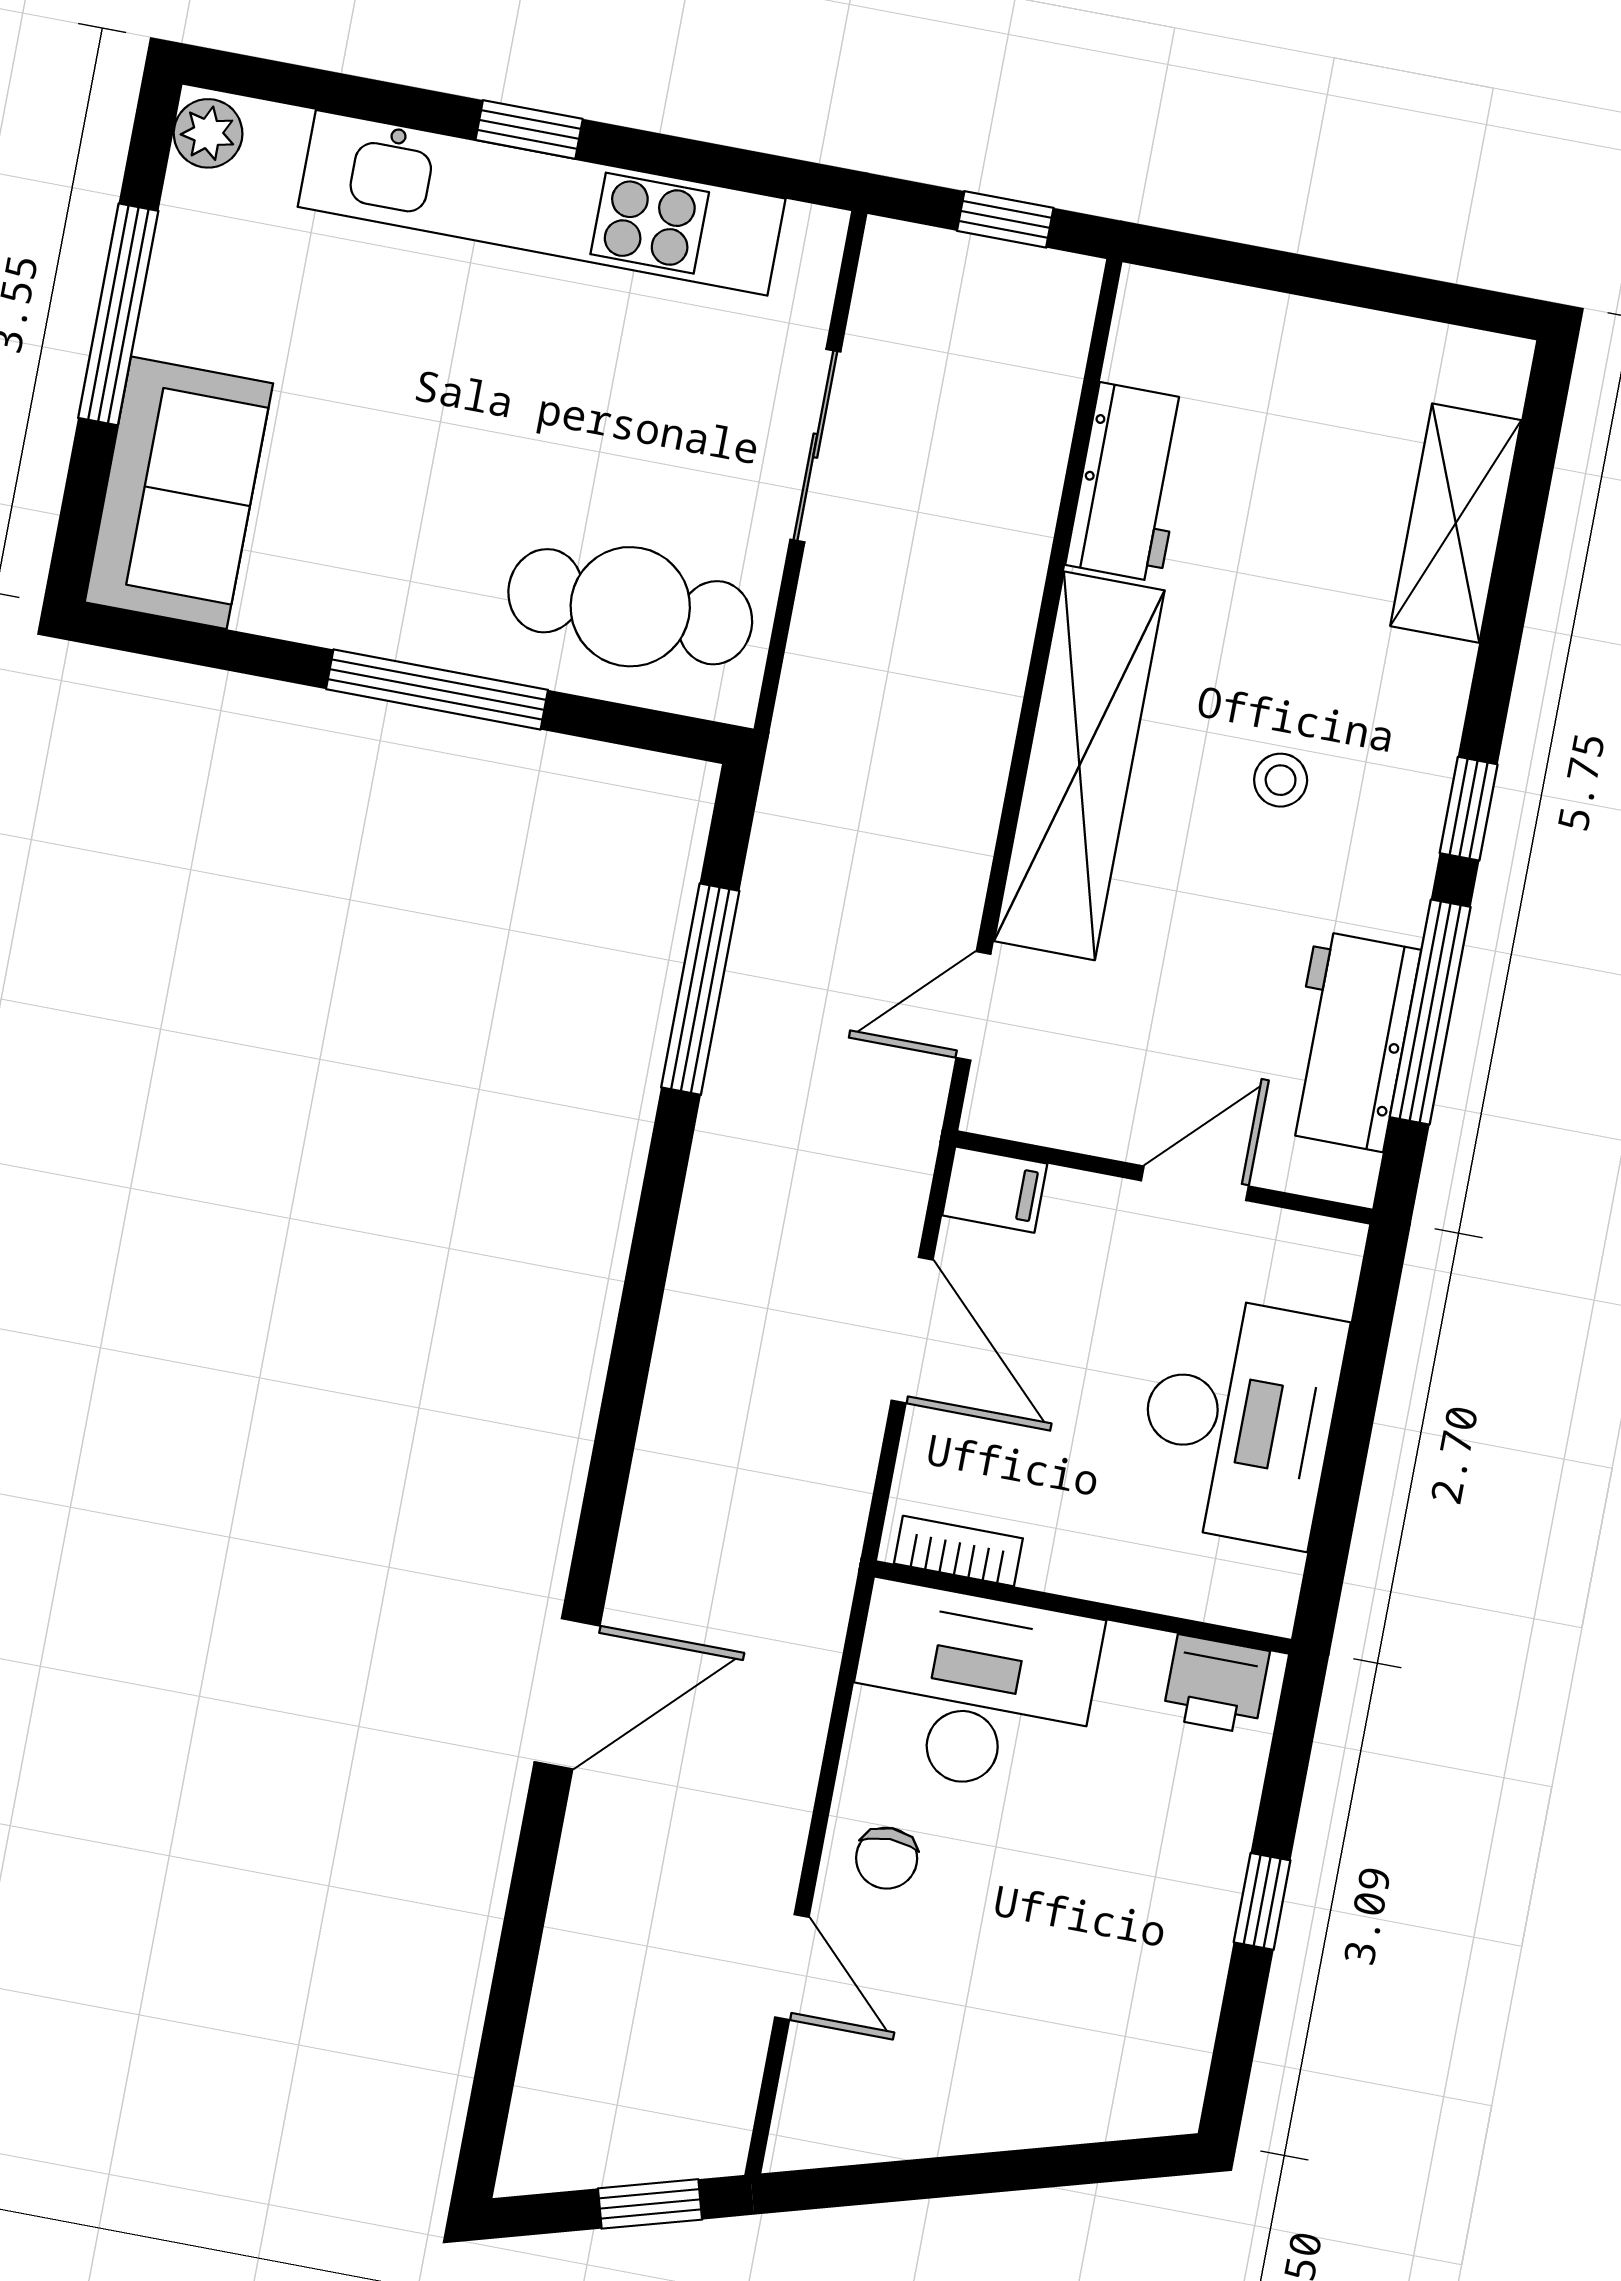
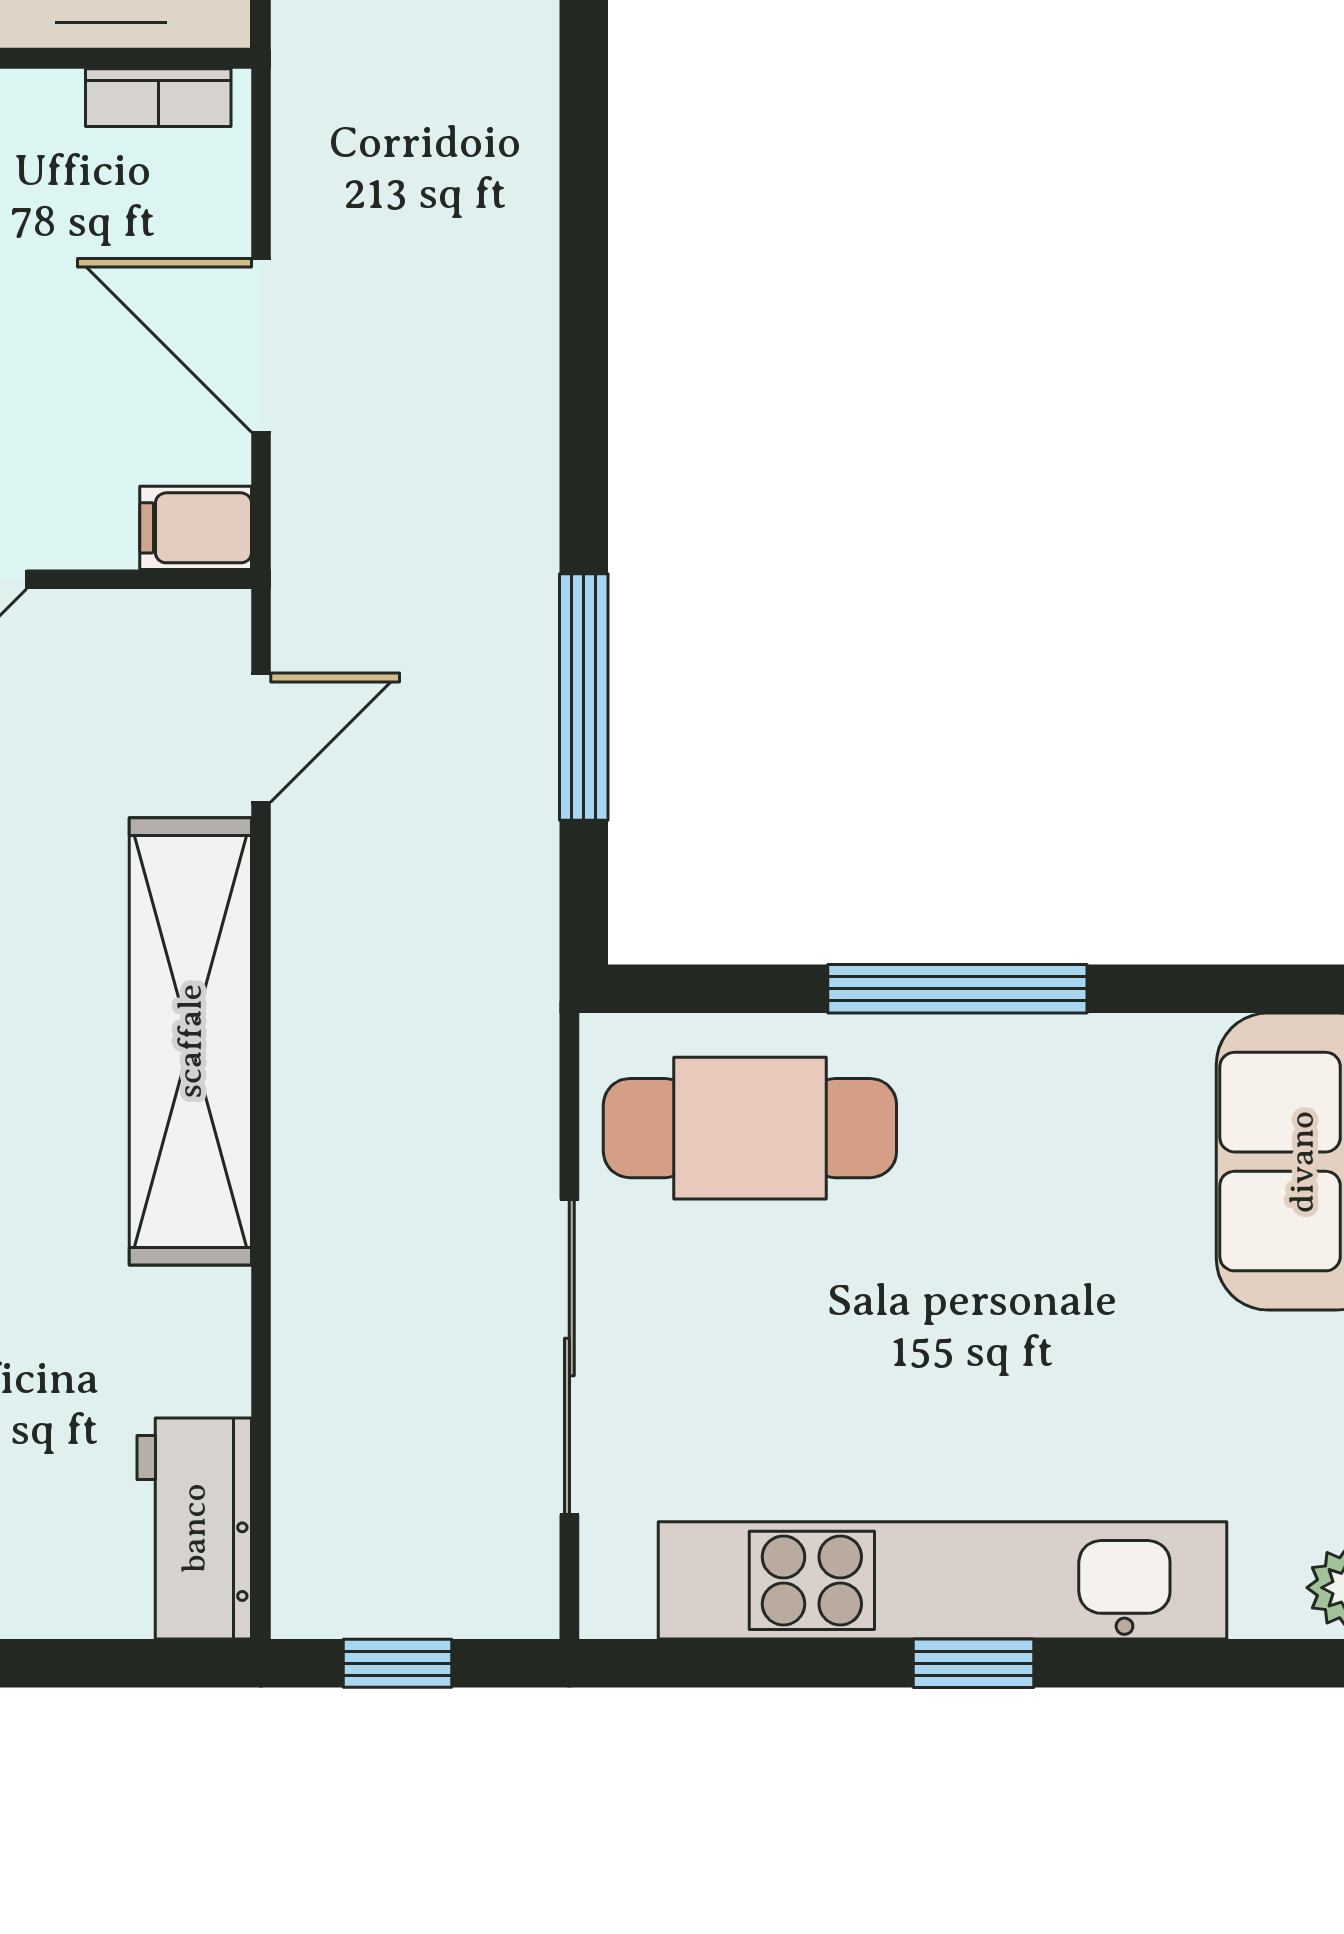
sliding door: (815, 446) -> (569, 1357), width x1.37
workbench: (1130, 482) -> (194, 1528), moved

